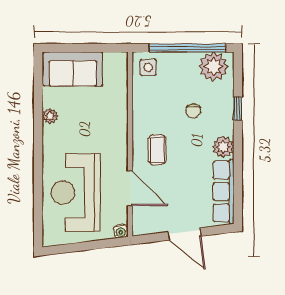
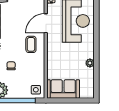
sofa: (73, 69) -> (63, 89), moved
door: (130, 188) -> (46, 23), hinge flipped

